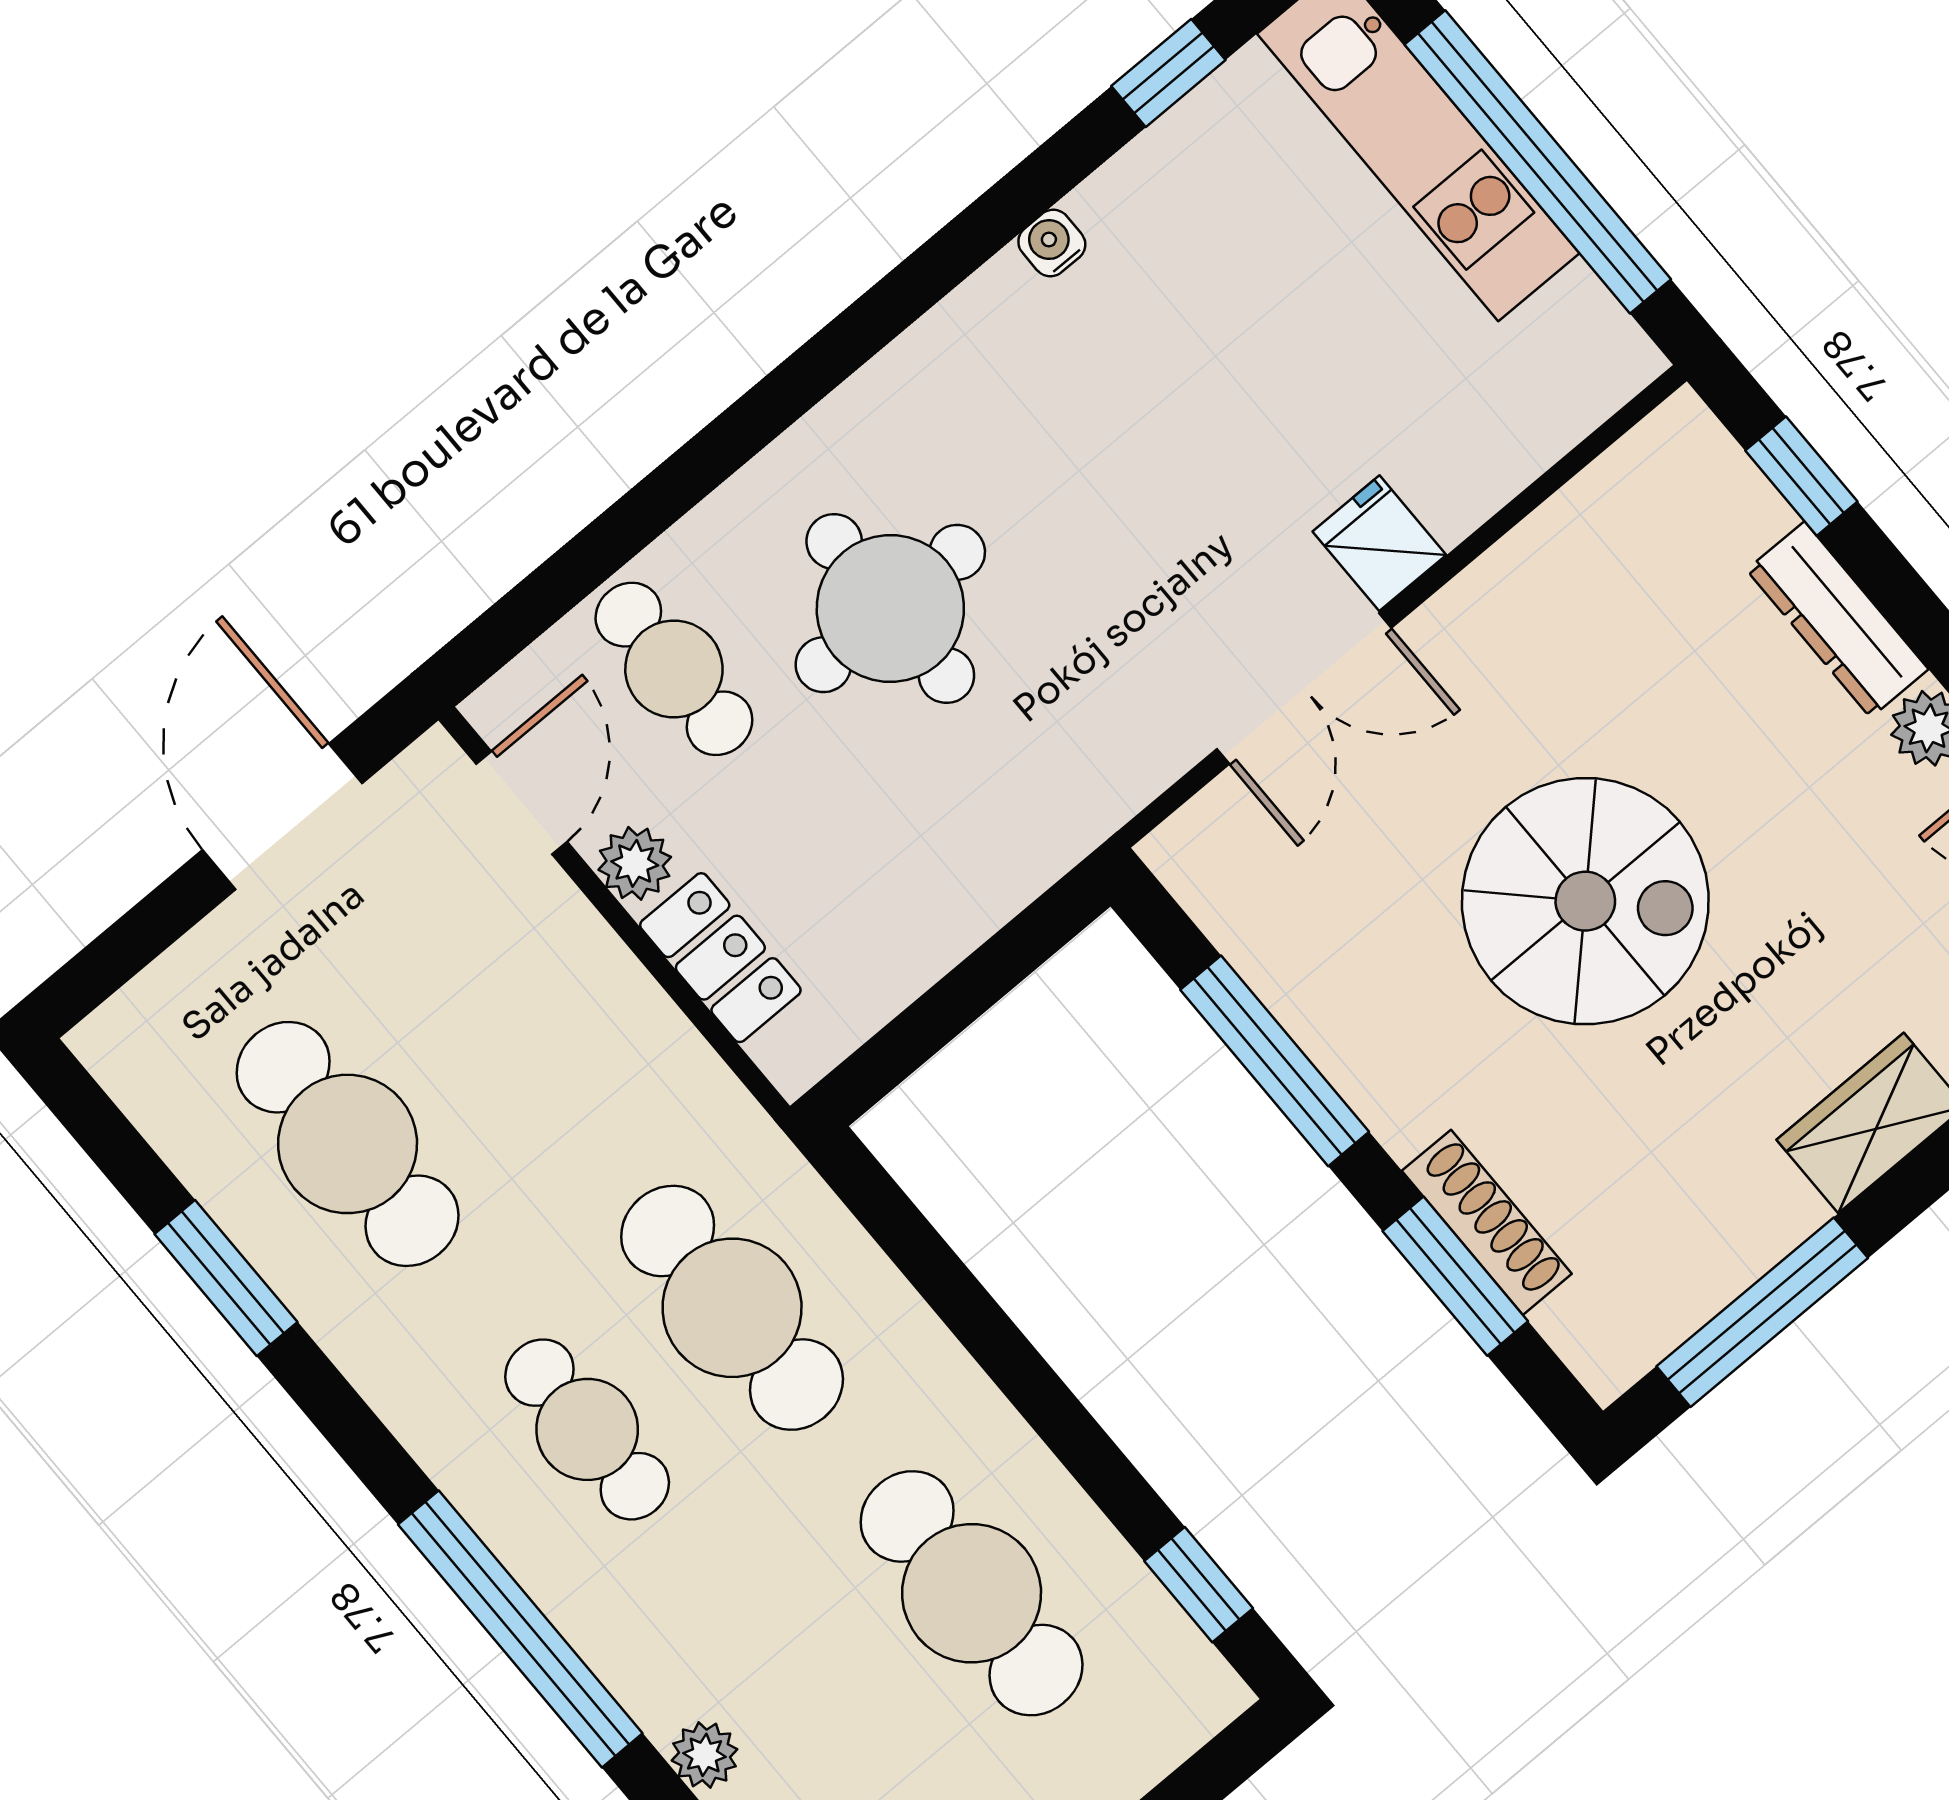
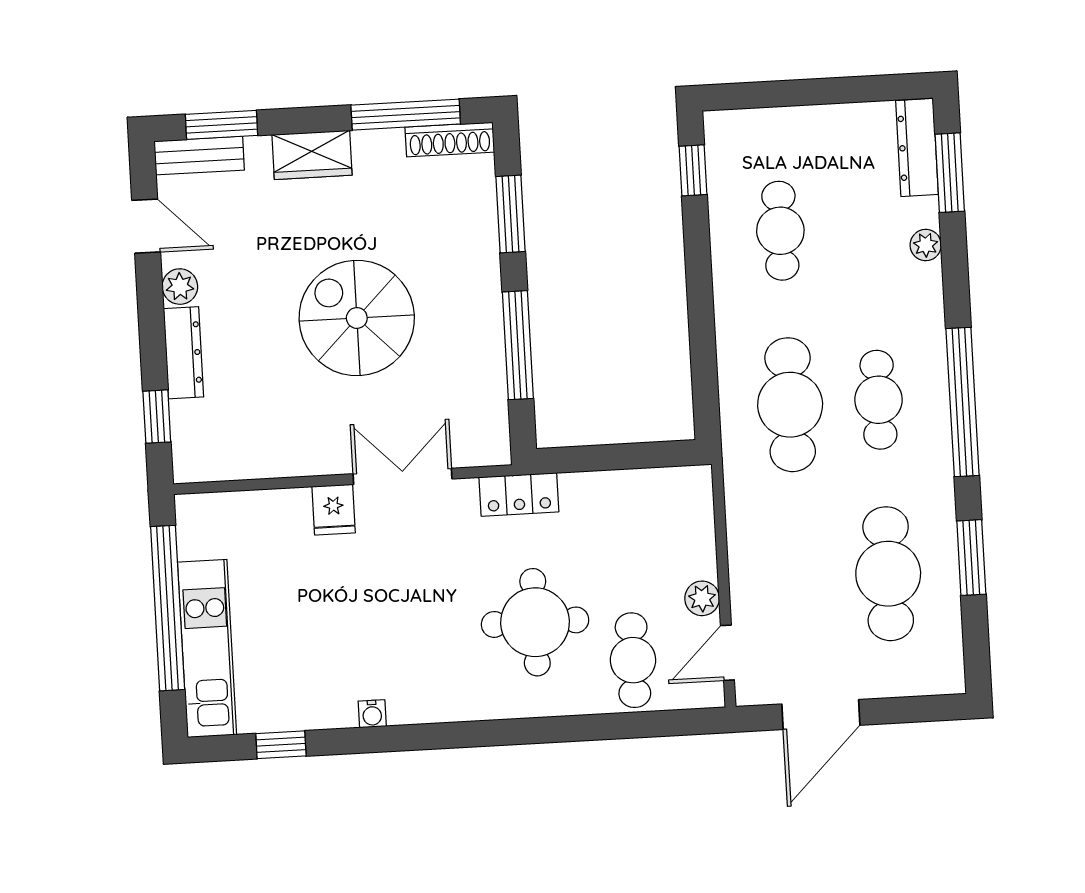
locker: (720, 958) -> (519, 495), moved, turned -90
shoe rack: (1487, 1222) -> (450, 140), moved, turned -90
cafe table: (972, 1593) -> (780, 231), width x0.73, depth x0.74
window: (520, 1629) -> (963, 402), moved

